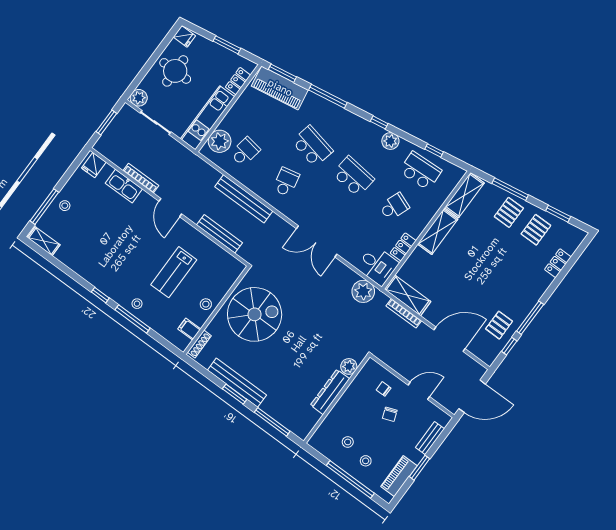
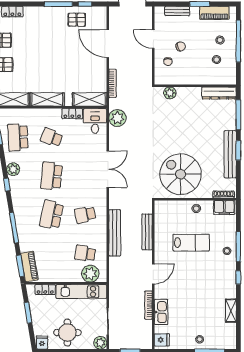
piano: (280, 88) -> (29, 266), width x0.73, depth x0.75
shelving: (44, 241) -> (231, 311), moved
shelving: (408, 295) -> (90, 99), moved, turned 90
filing cabinet: (189, 329) -> (224, 207), width x2.00
dresser: (330, 392) -> (219, 93), moved

